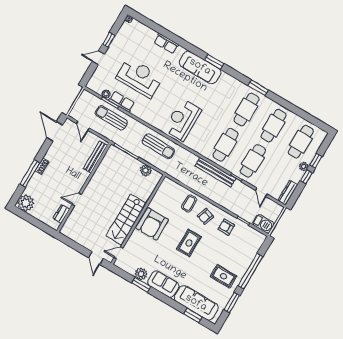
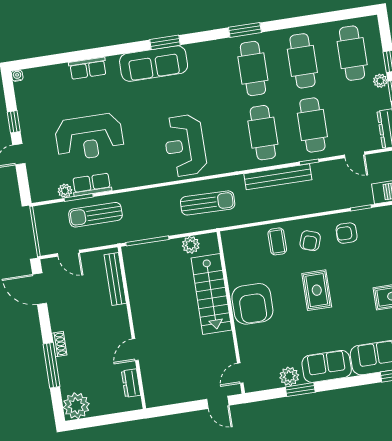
reception desk: (139, 78) -> (89, 137), turned 180
sun lounger: (158, 146) -> (208, 203), moved
stairs: (126, 220) -> (211, 294), moved

